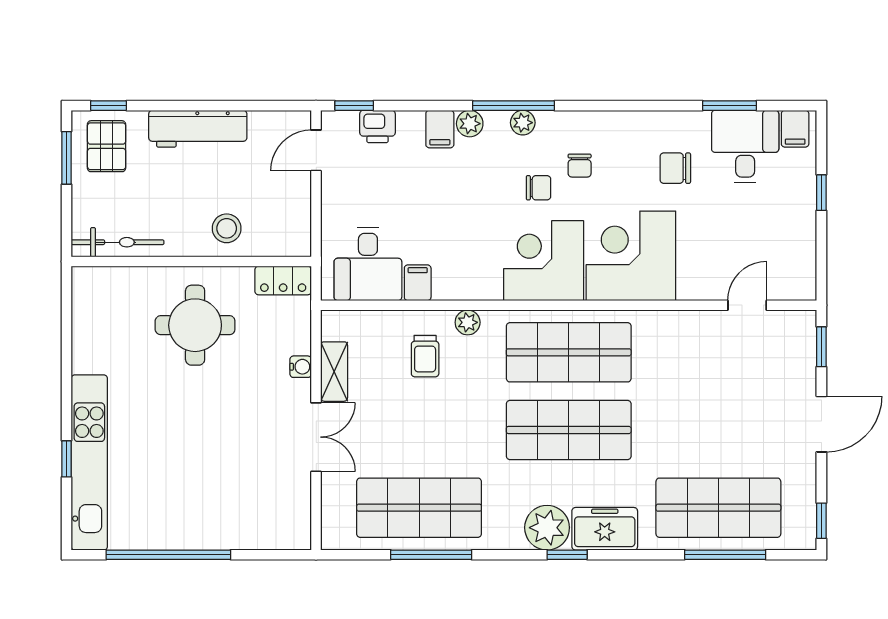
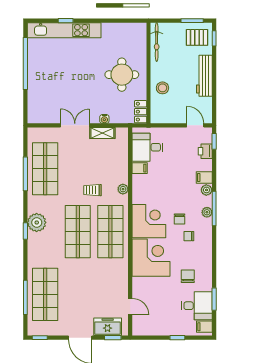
trolley: (425, 356) -> (92, 190), moved
double door: (316, 437) -> (75, 125), swing flipped
freezer: (605, 529) -> (108, 327), moved, turned -90

